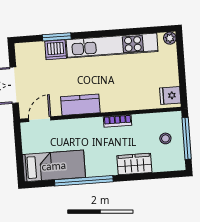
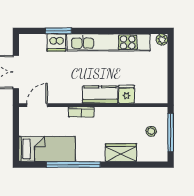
fridge: (170, 95) -> (126, 94), moved, turned 90
kitchen counter: (80, 105) -> (100, 95), moved
bookcase: (118, 121) -> (81, 112), moved

